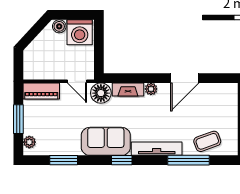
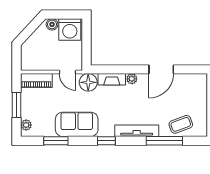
sofa: (106, 141) -> (77, 124), moved

